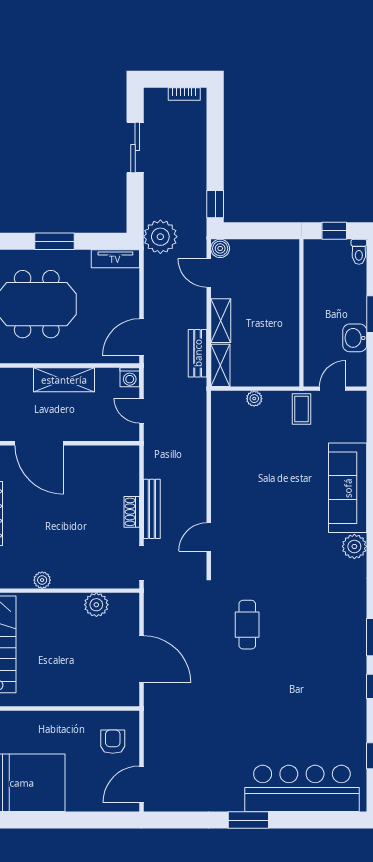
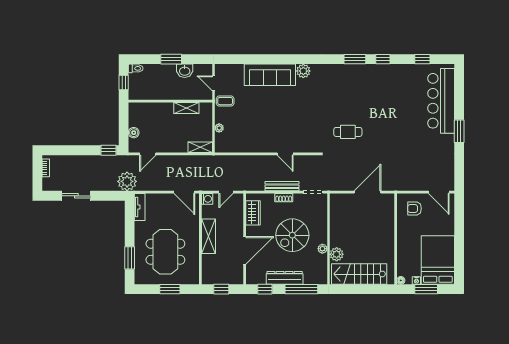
window: (54, 241) -> (130, 258), moved
boiler: (220, 248) -> (134, 133), moved
shelving: (221, 321) -> (186, 108), moved
bench: (198, 353) -> (193, 160), removed
wardrobe: (105, 458) -> (253, 213), added
spiral stairs: (66, 527) -> (292, 235), added
door: (209, 537) -> (285, 154), moved
plant: (96, 605) -> (337, 254), moved

